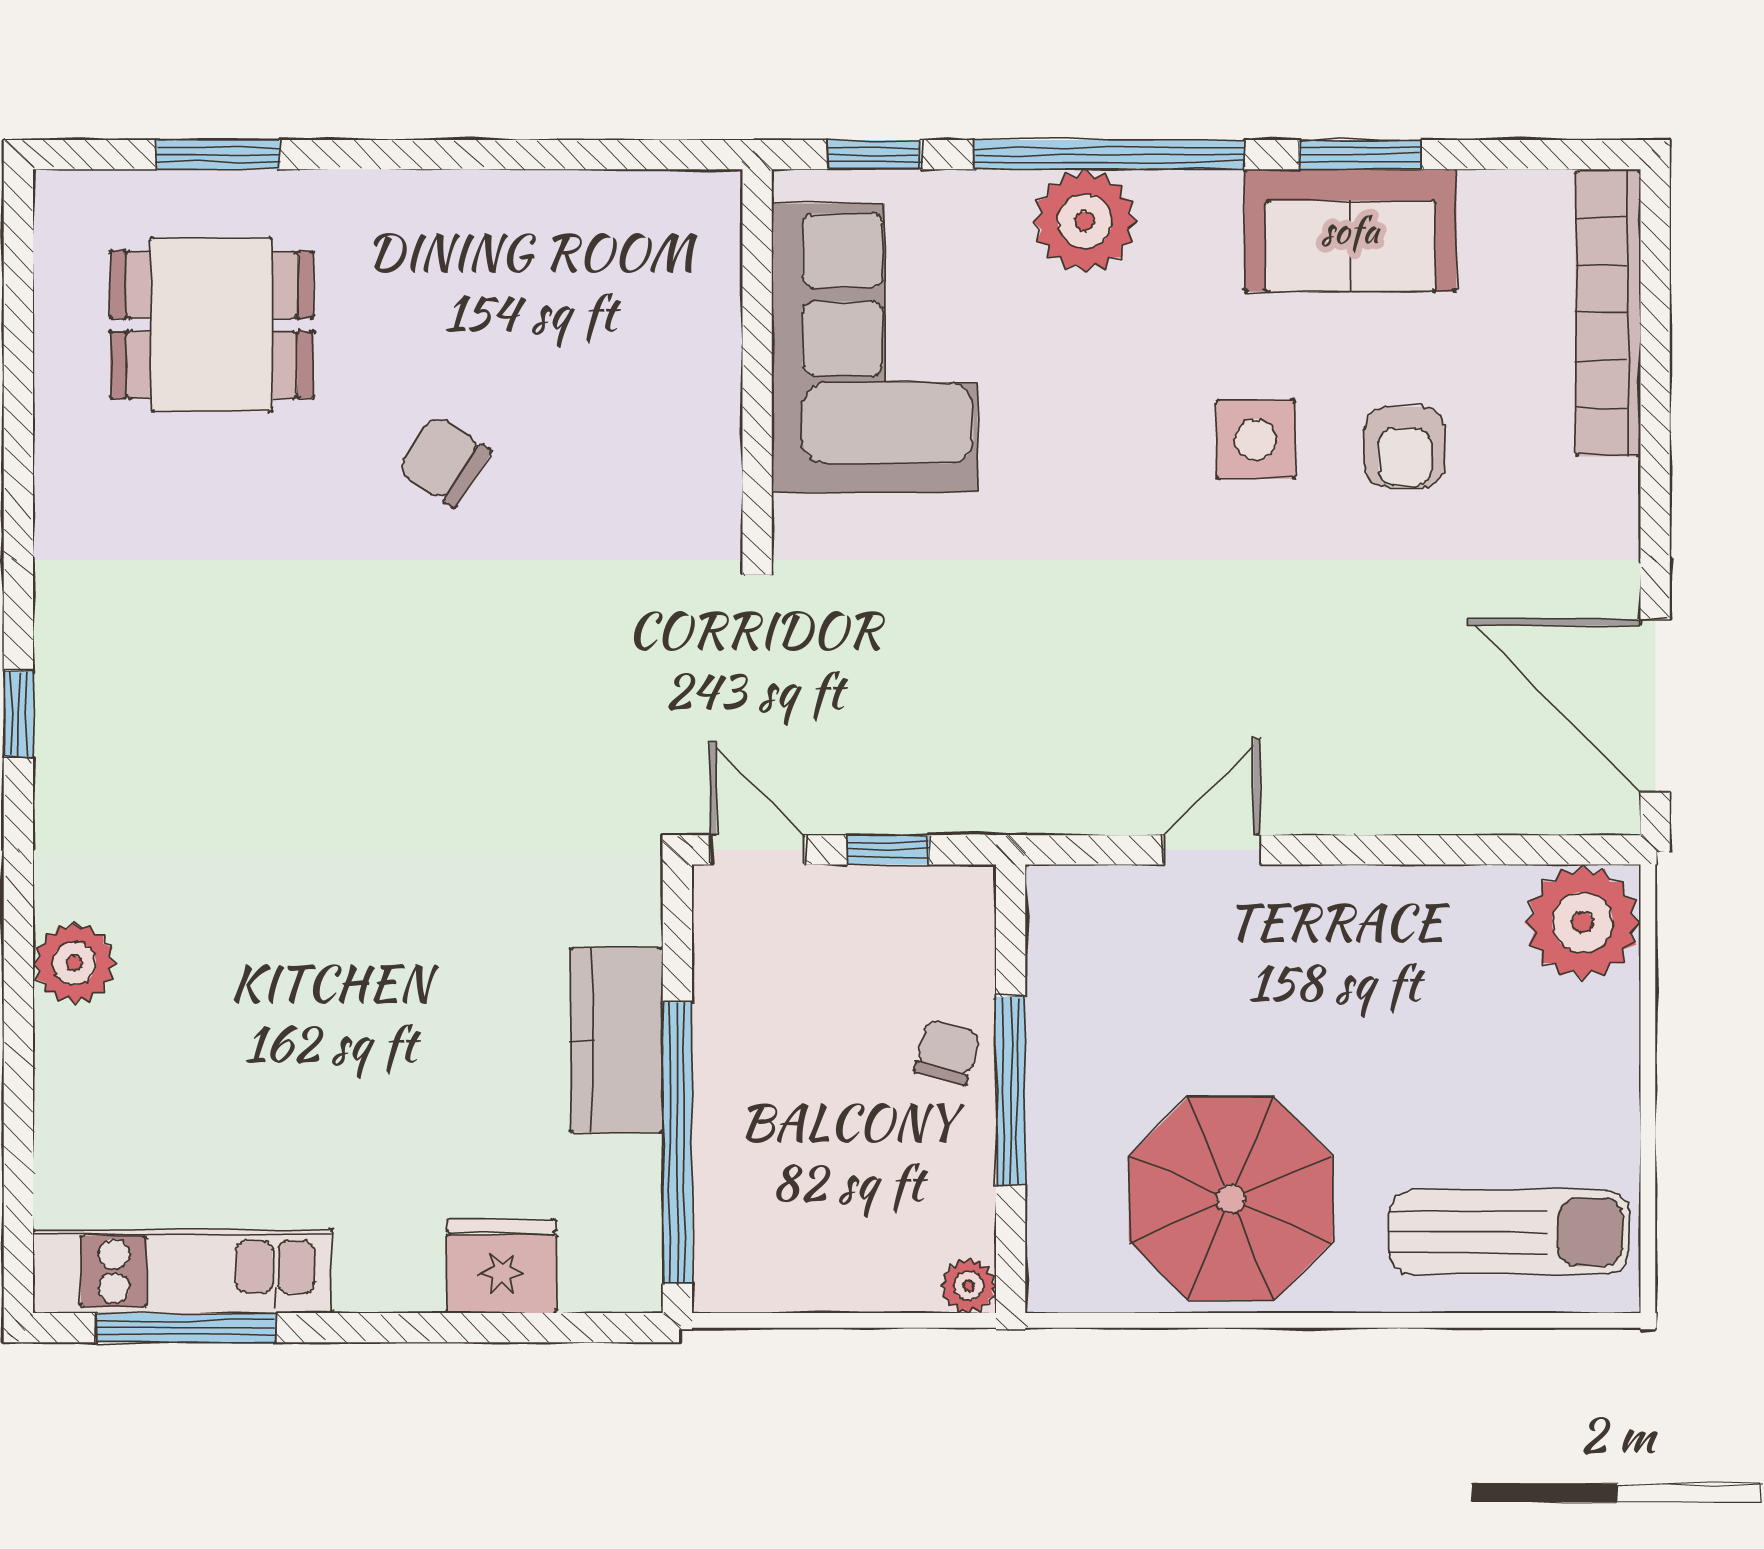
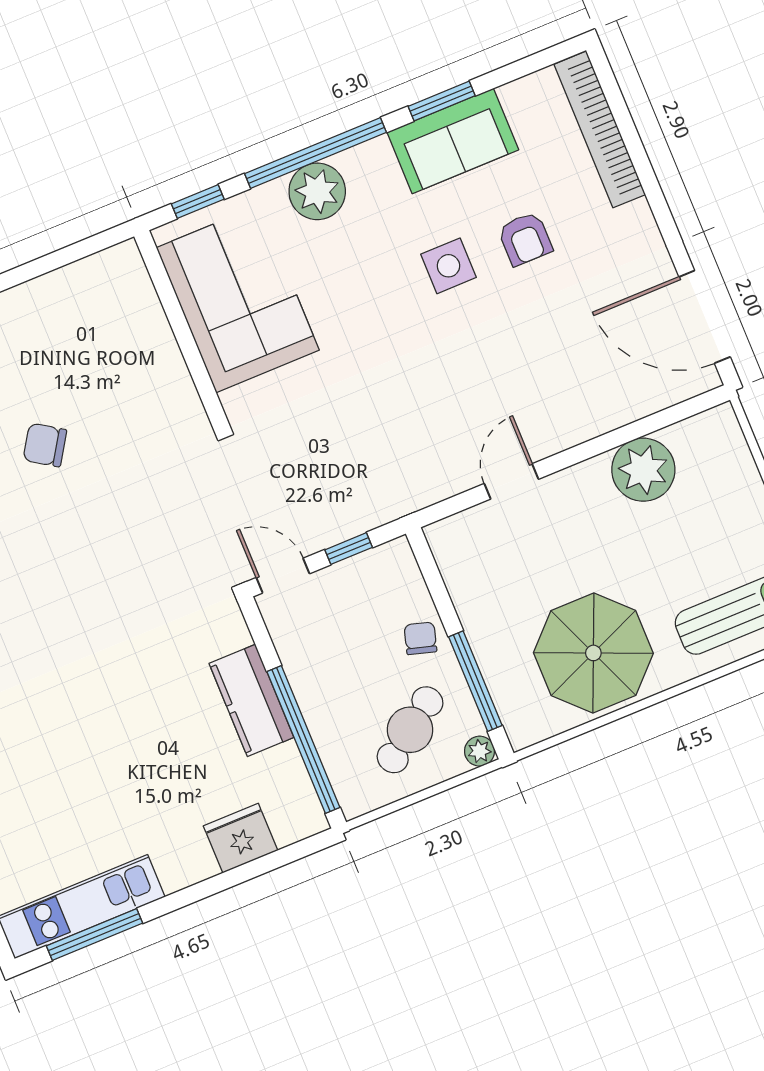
plant: (1583, 922) -> (643, 470), moved
window: (1011, 1091) -> (475, 681), moved
cafe table: (865, 1201) -> (410, 730), added

